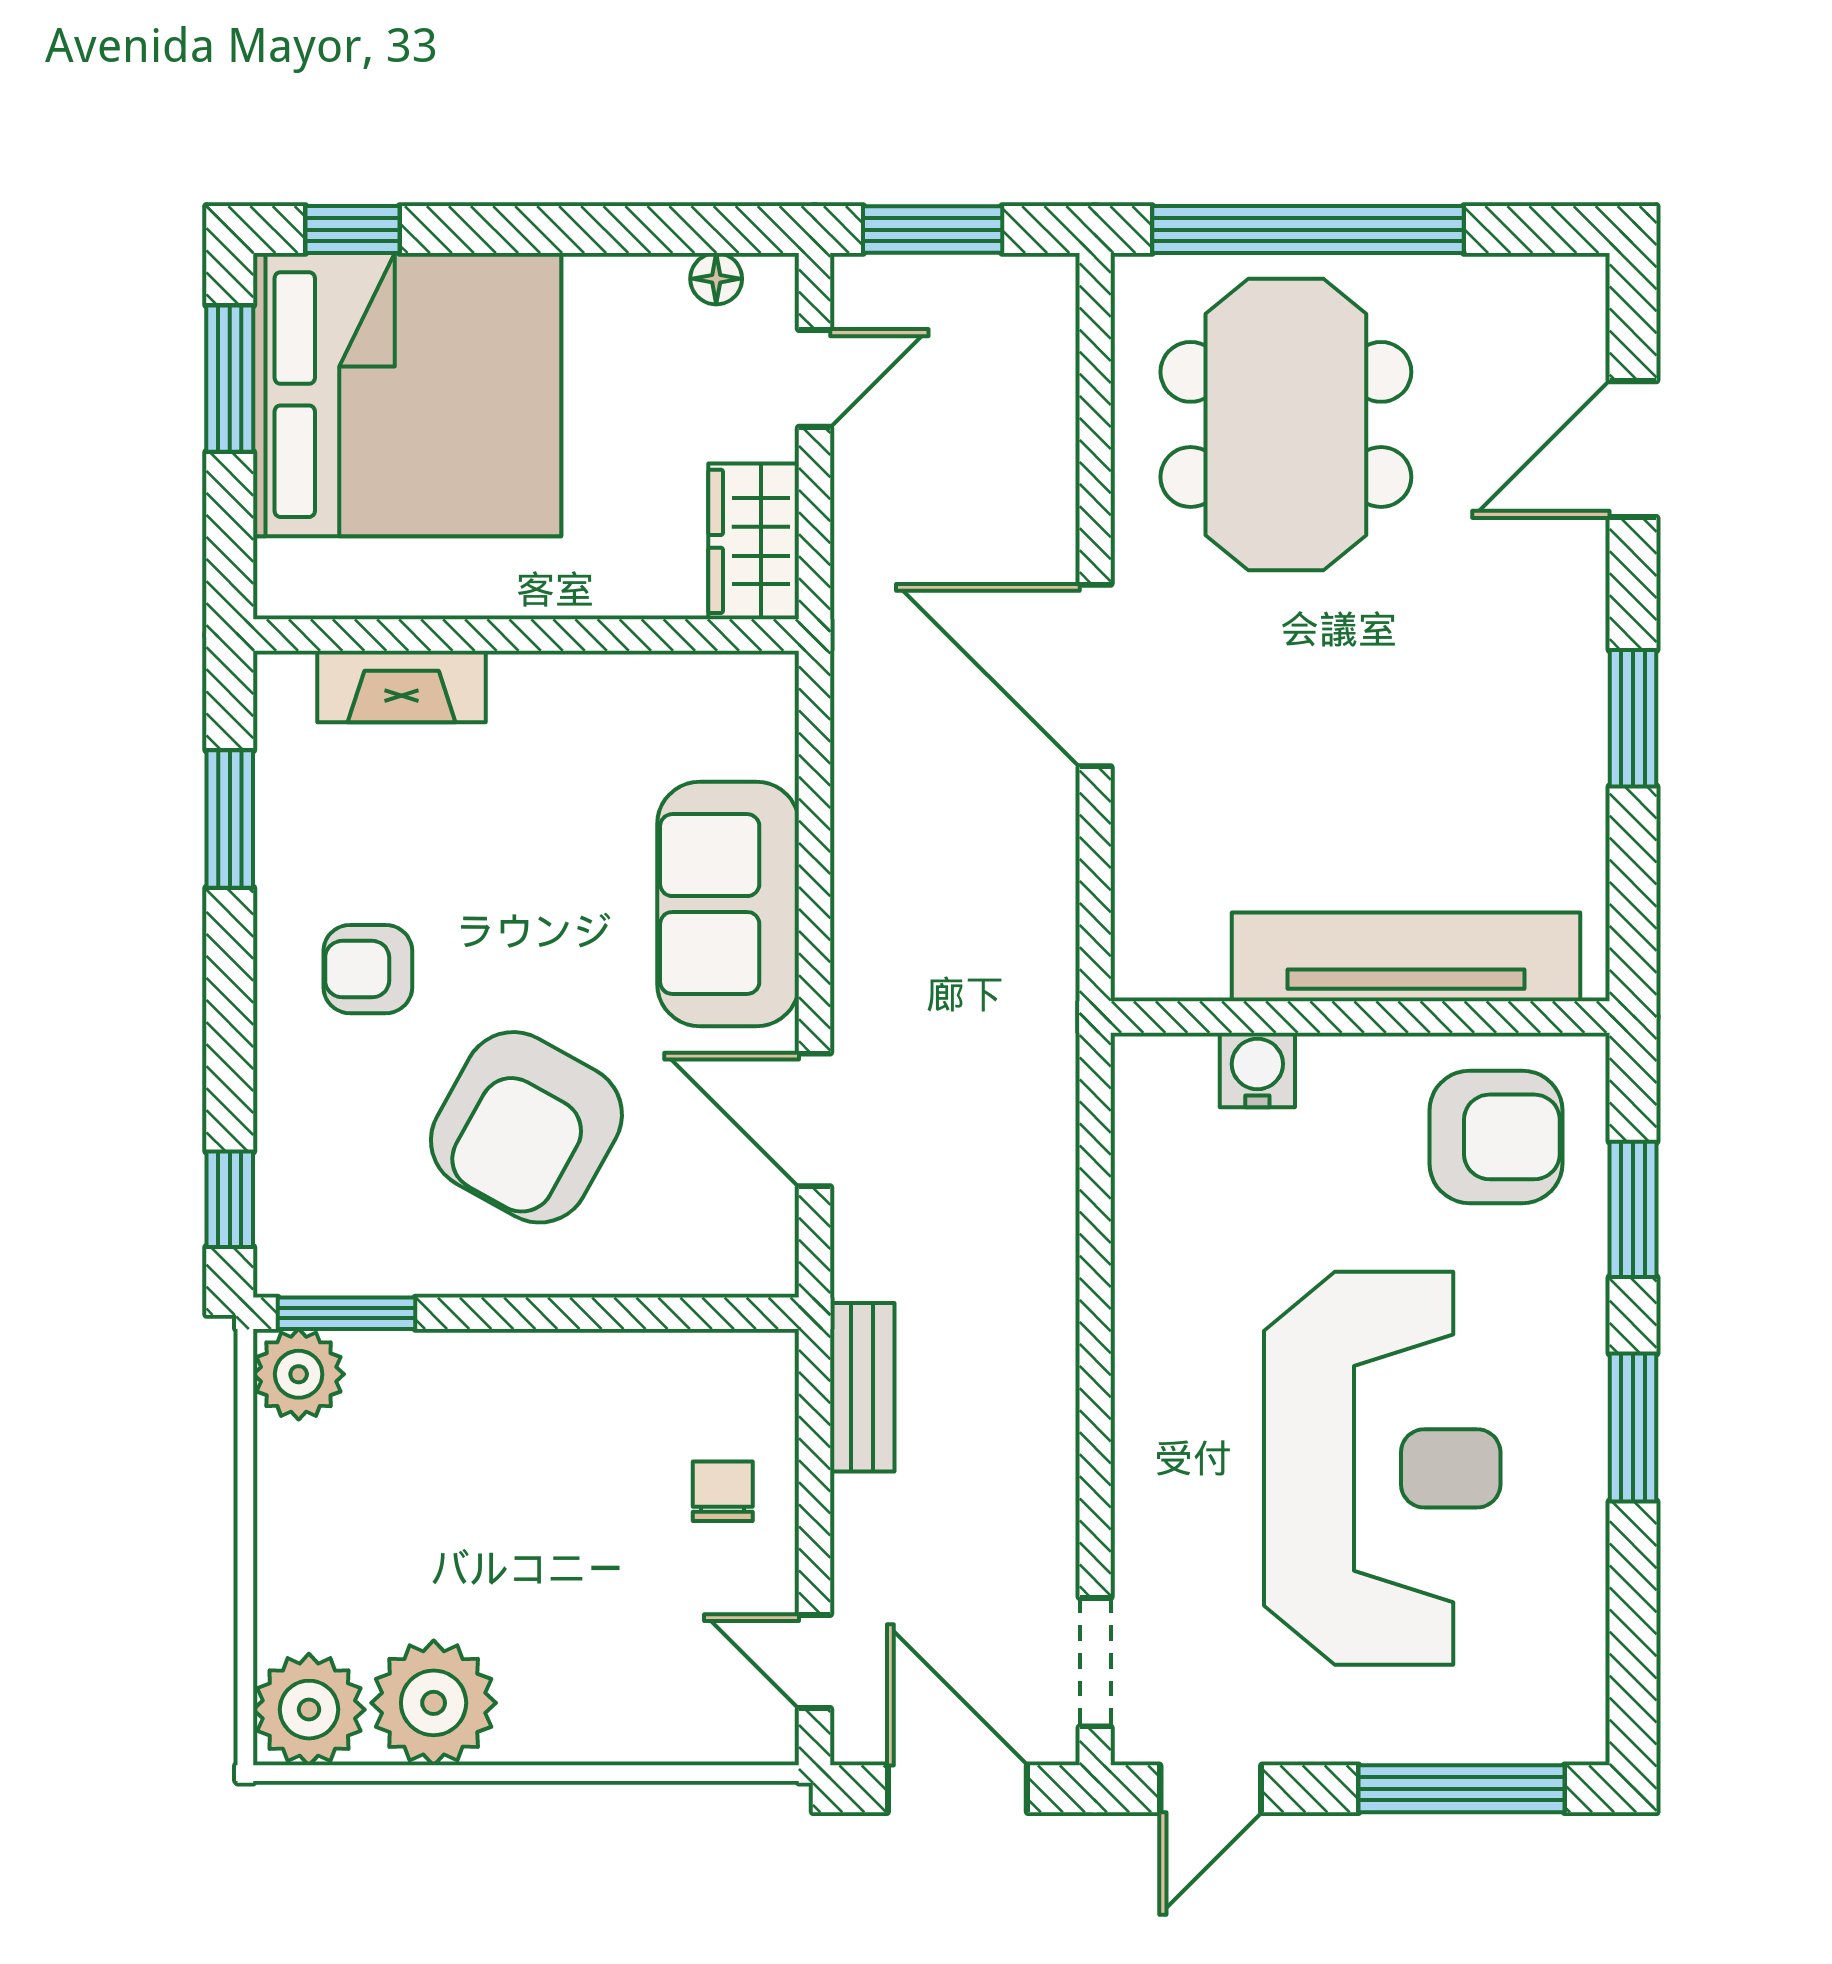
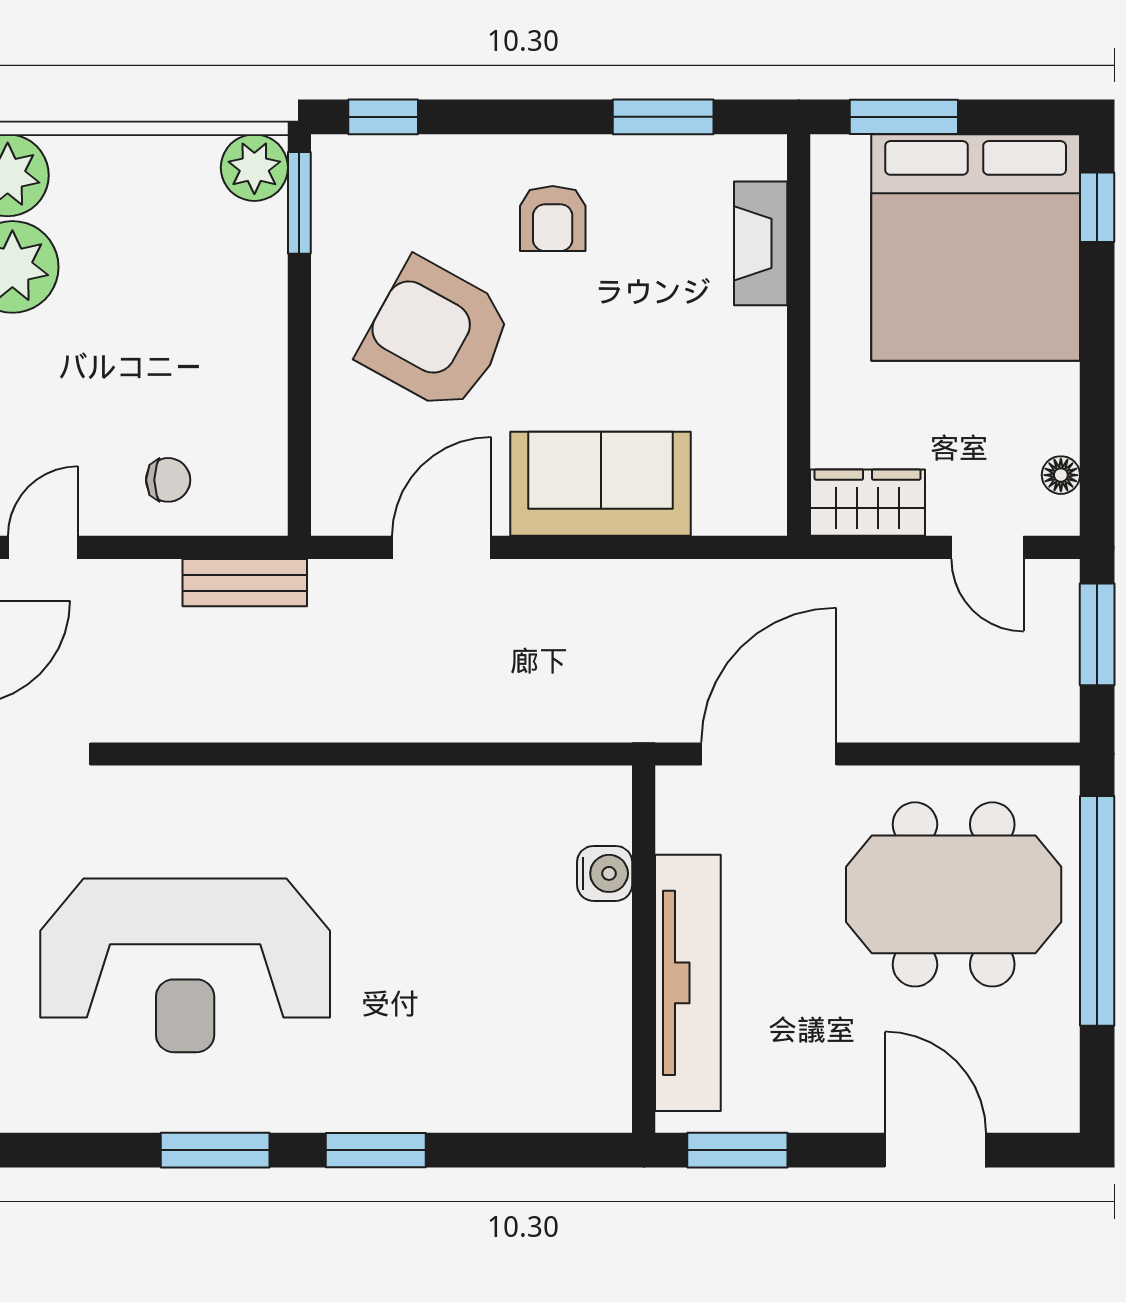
window: (230, 379) -> (904, 117), moved
tv unit: (1406, 957) -> (688, 983), moved
armchair: (368, 969) -> (553, 219), turned 180
wall: (1360, 1017) -> (644, 949), moved
water cooler: (1257, 1070) -> (605, 873), moved
armchair: (1496, 1137) -> (429, 1049), removed

